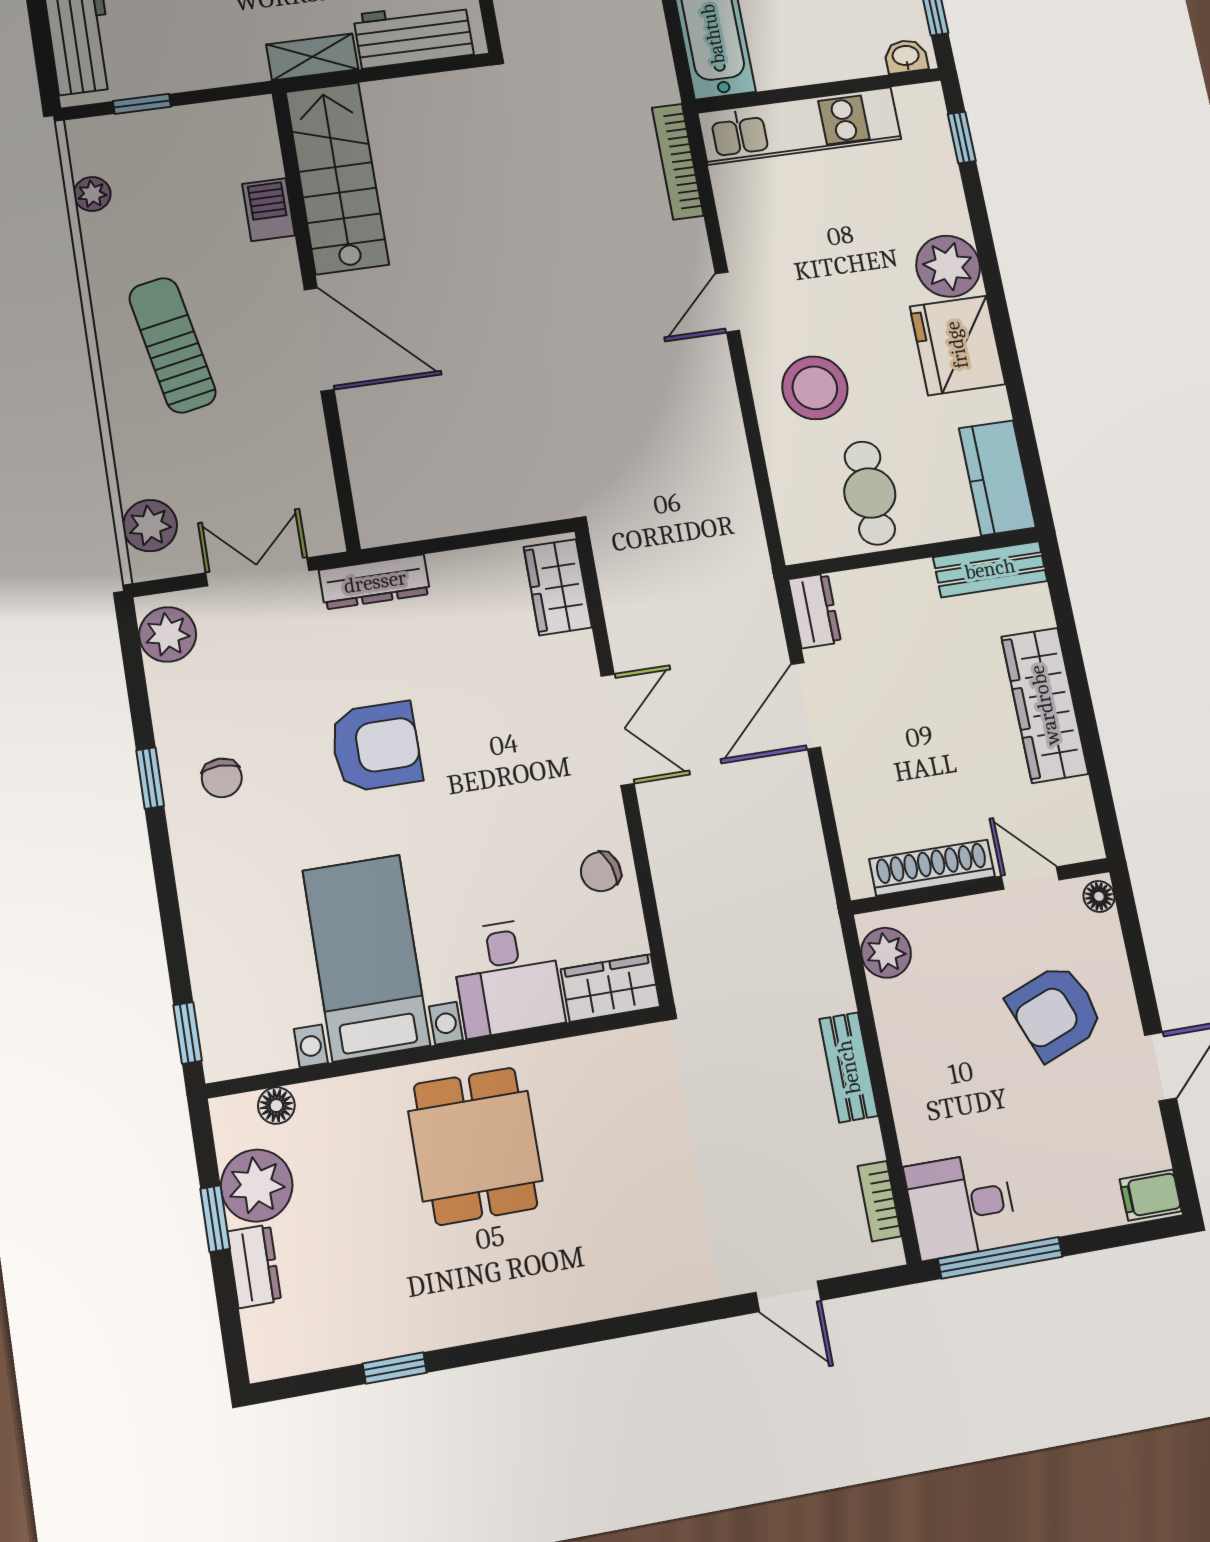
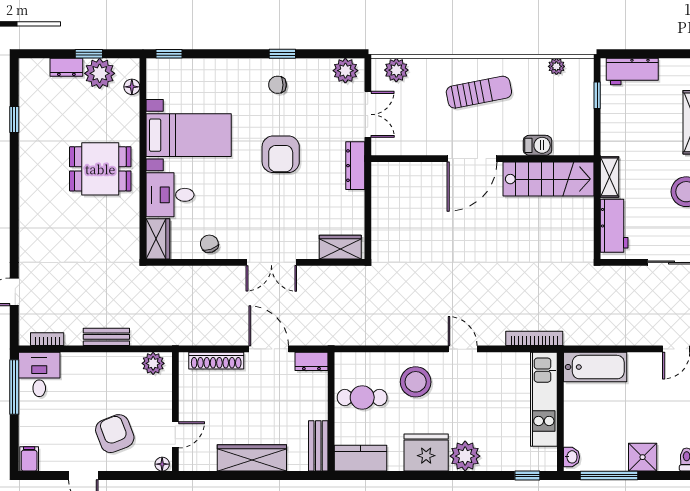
shoe rack: (932, 868) -> (216, 361), moved, turned 90

